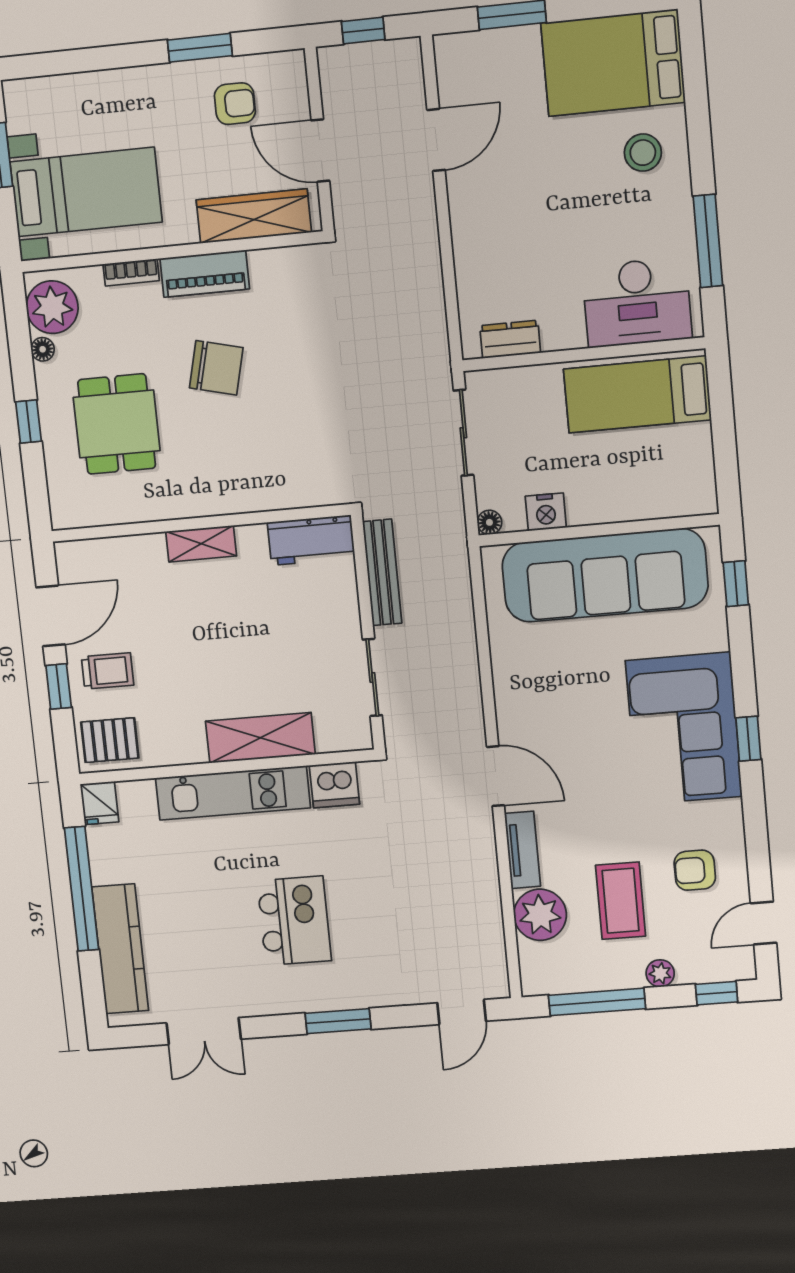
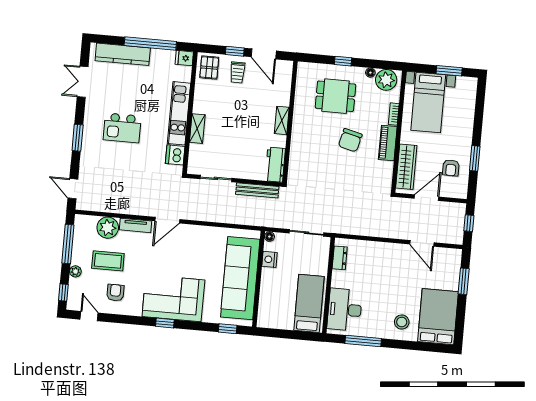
shelving: (260, 738) -> (197, 129), width x0.67, depth x0.75

